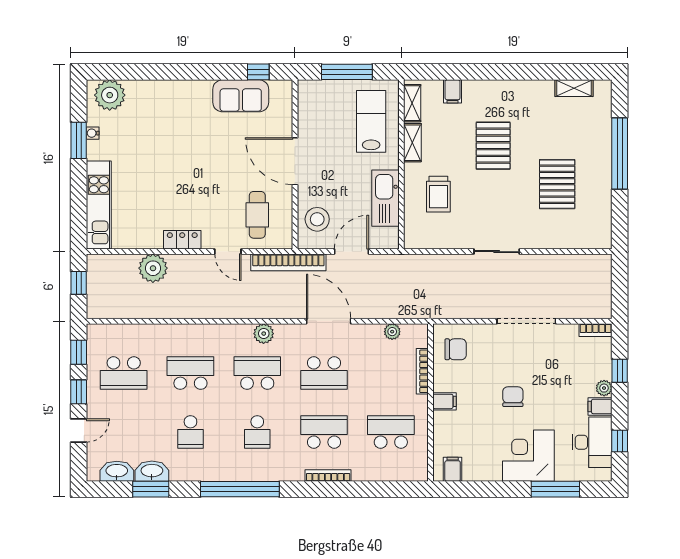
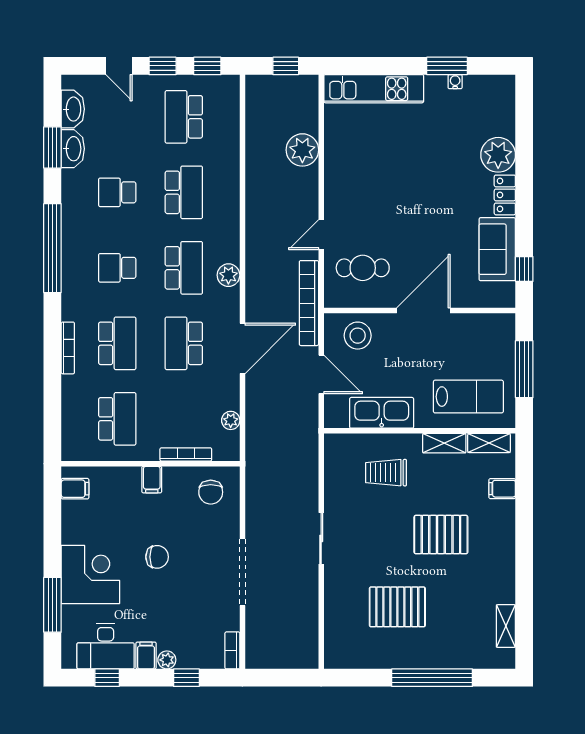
plant: (110, 95) -> (498, 155), moved
locker: (182, 240) -> (505, 195), moved, turned 180

